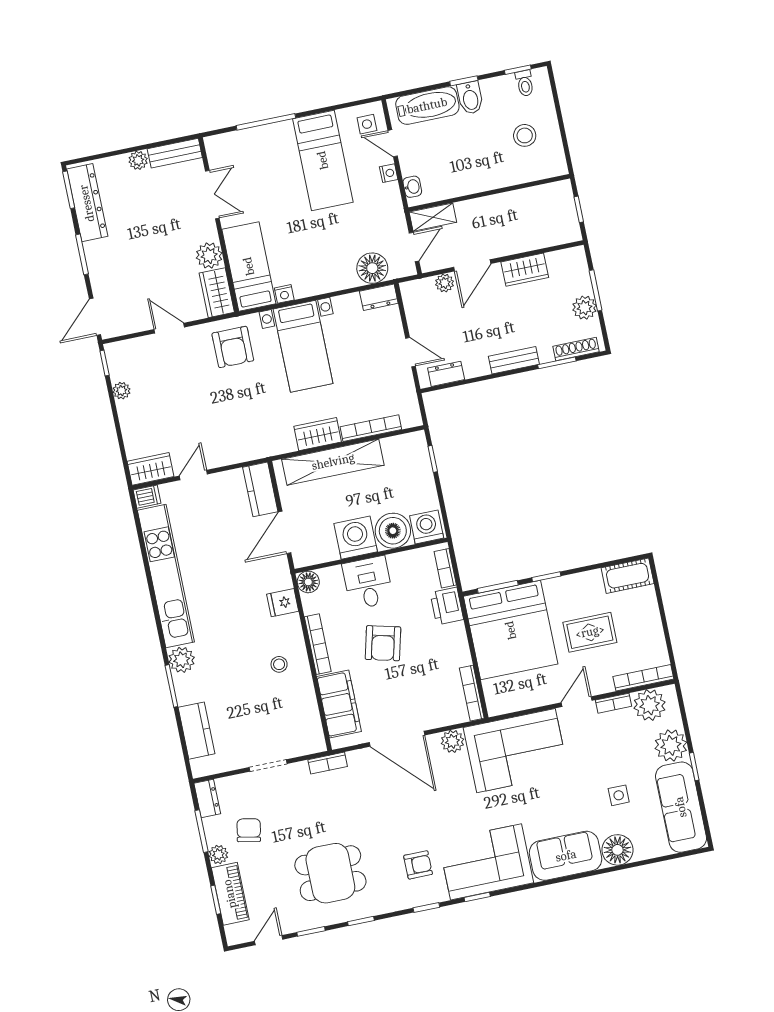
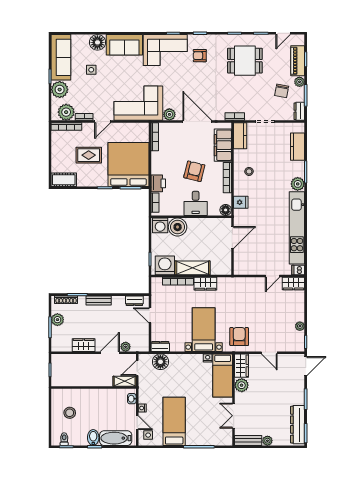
shelving: (333, 462) -> (193, 268), width x0.68
kitchen counter: (260, 489) -> (240, 136), moved
washing machine: (356, 538) -> (165, 265), moved, turned 180

